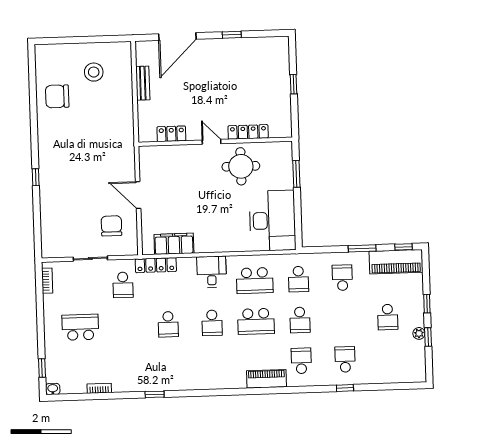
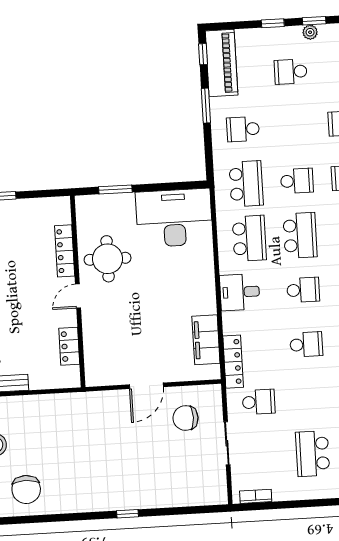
school desk: (298, 279) -> (246, 184), width x1.85
school desk: (388, 317) -> (291, 72), turned 180

